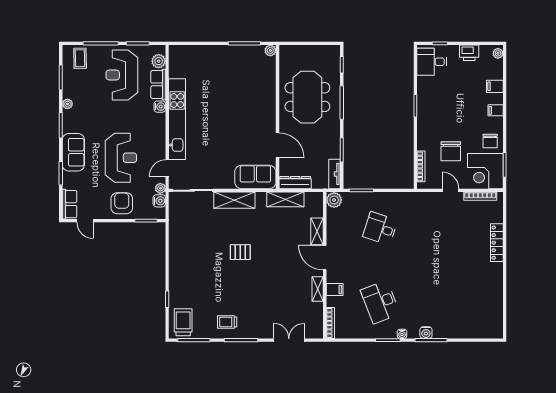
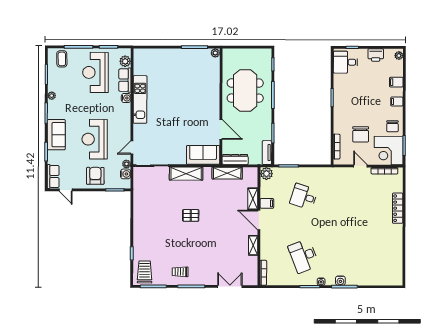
kitchen unit: (177, 119) -> (140, 99), width x0.73
reception desk: (121, 158) -> (95, 139), turned 180
filing cabinet: (335, 290) -> (267, 203), moved

